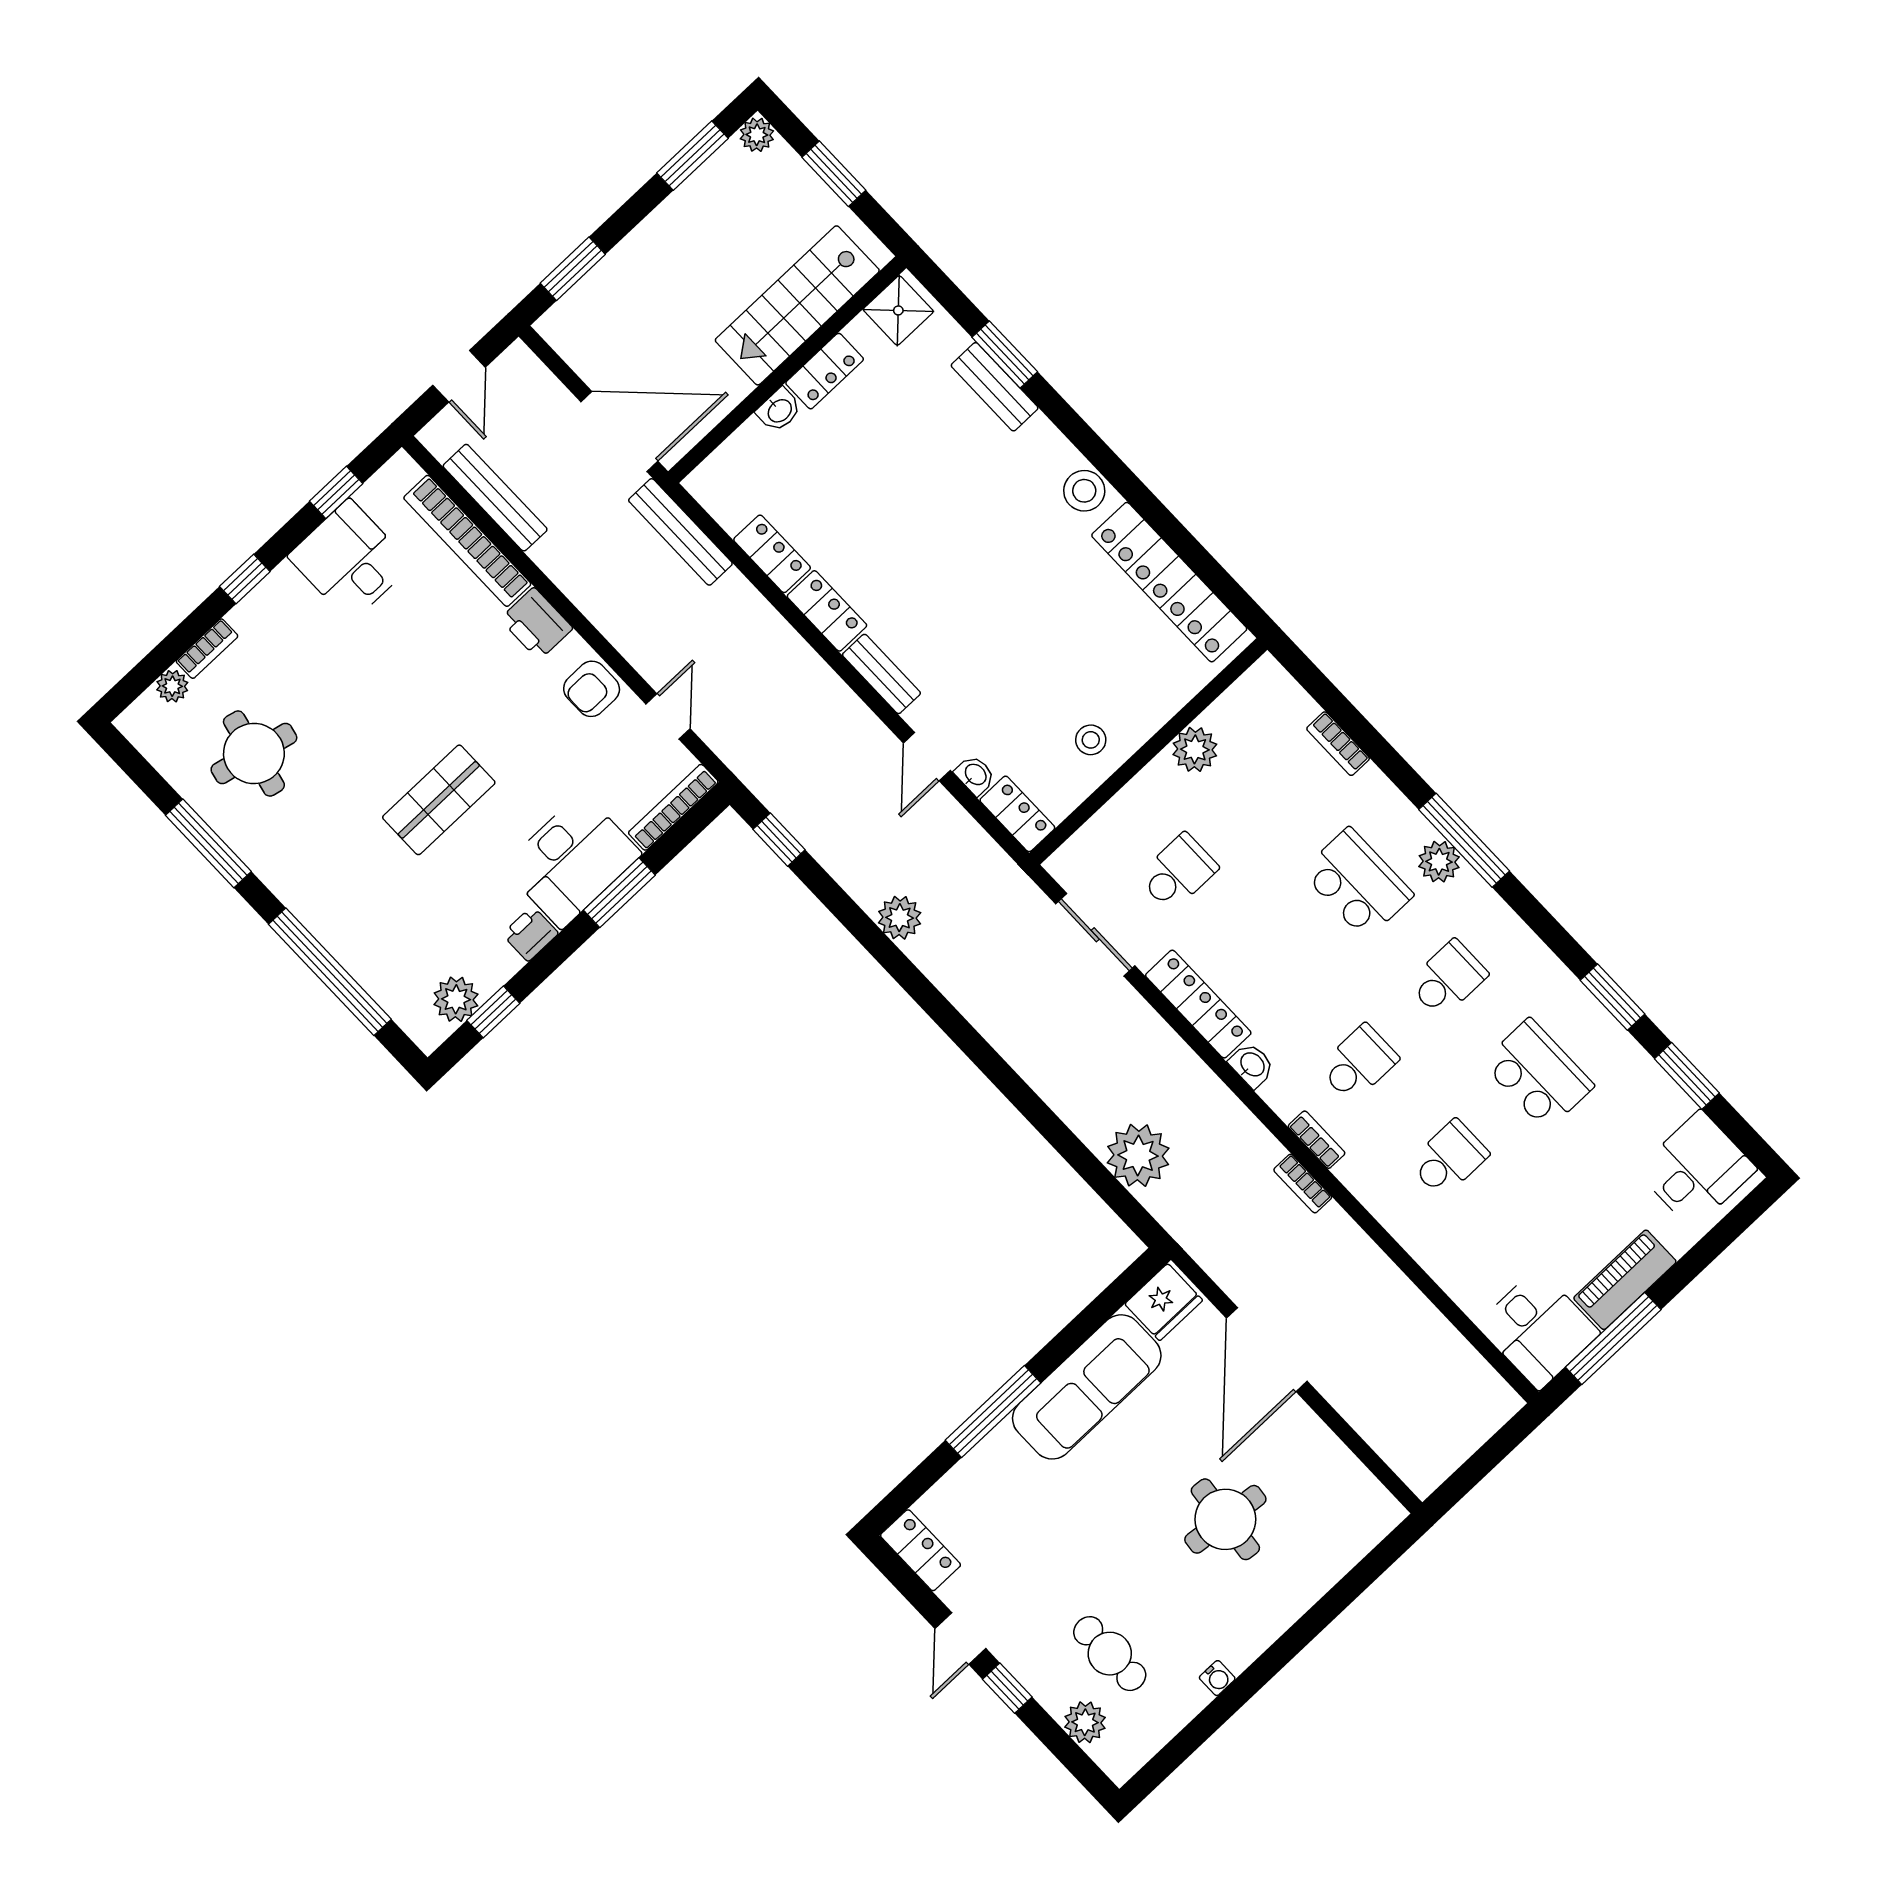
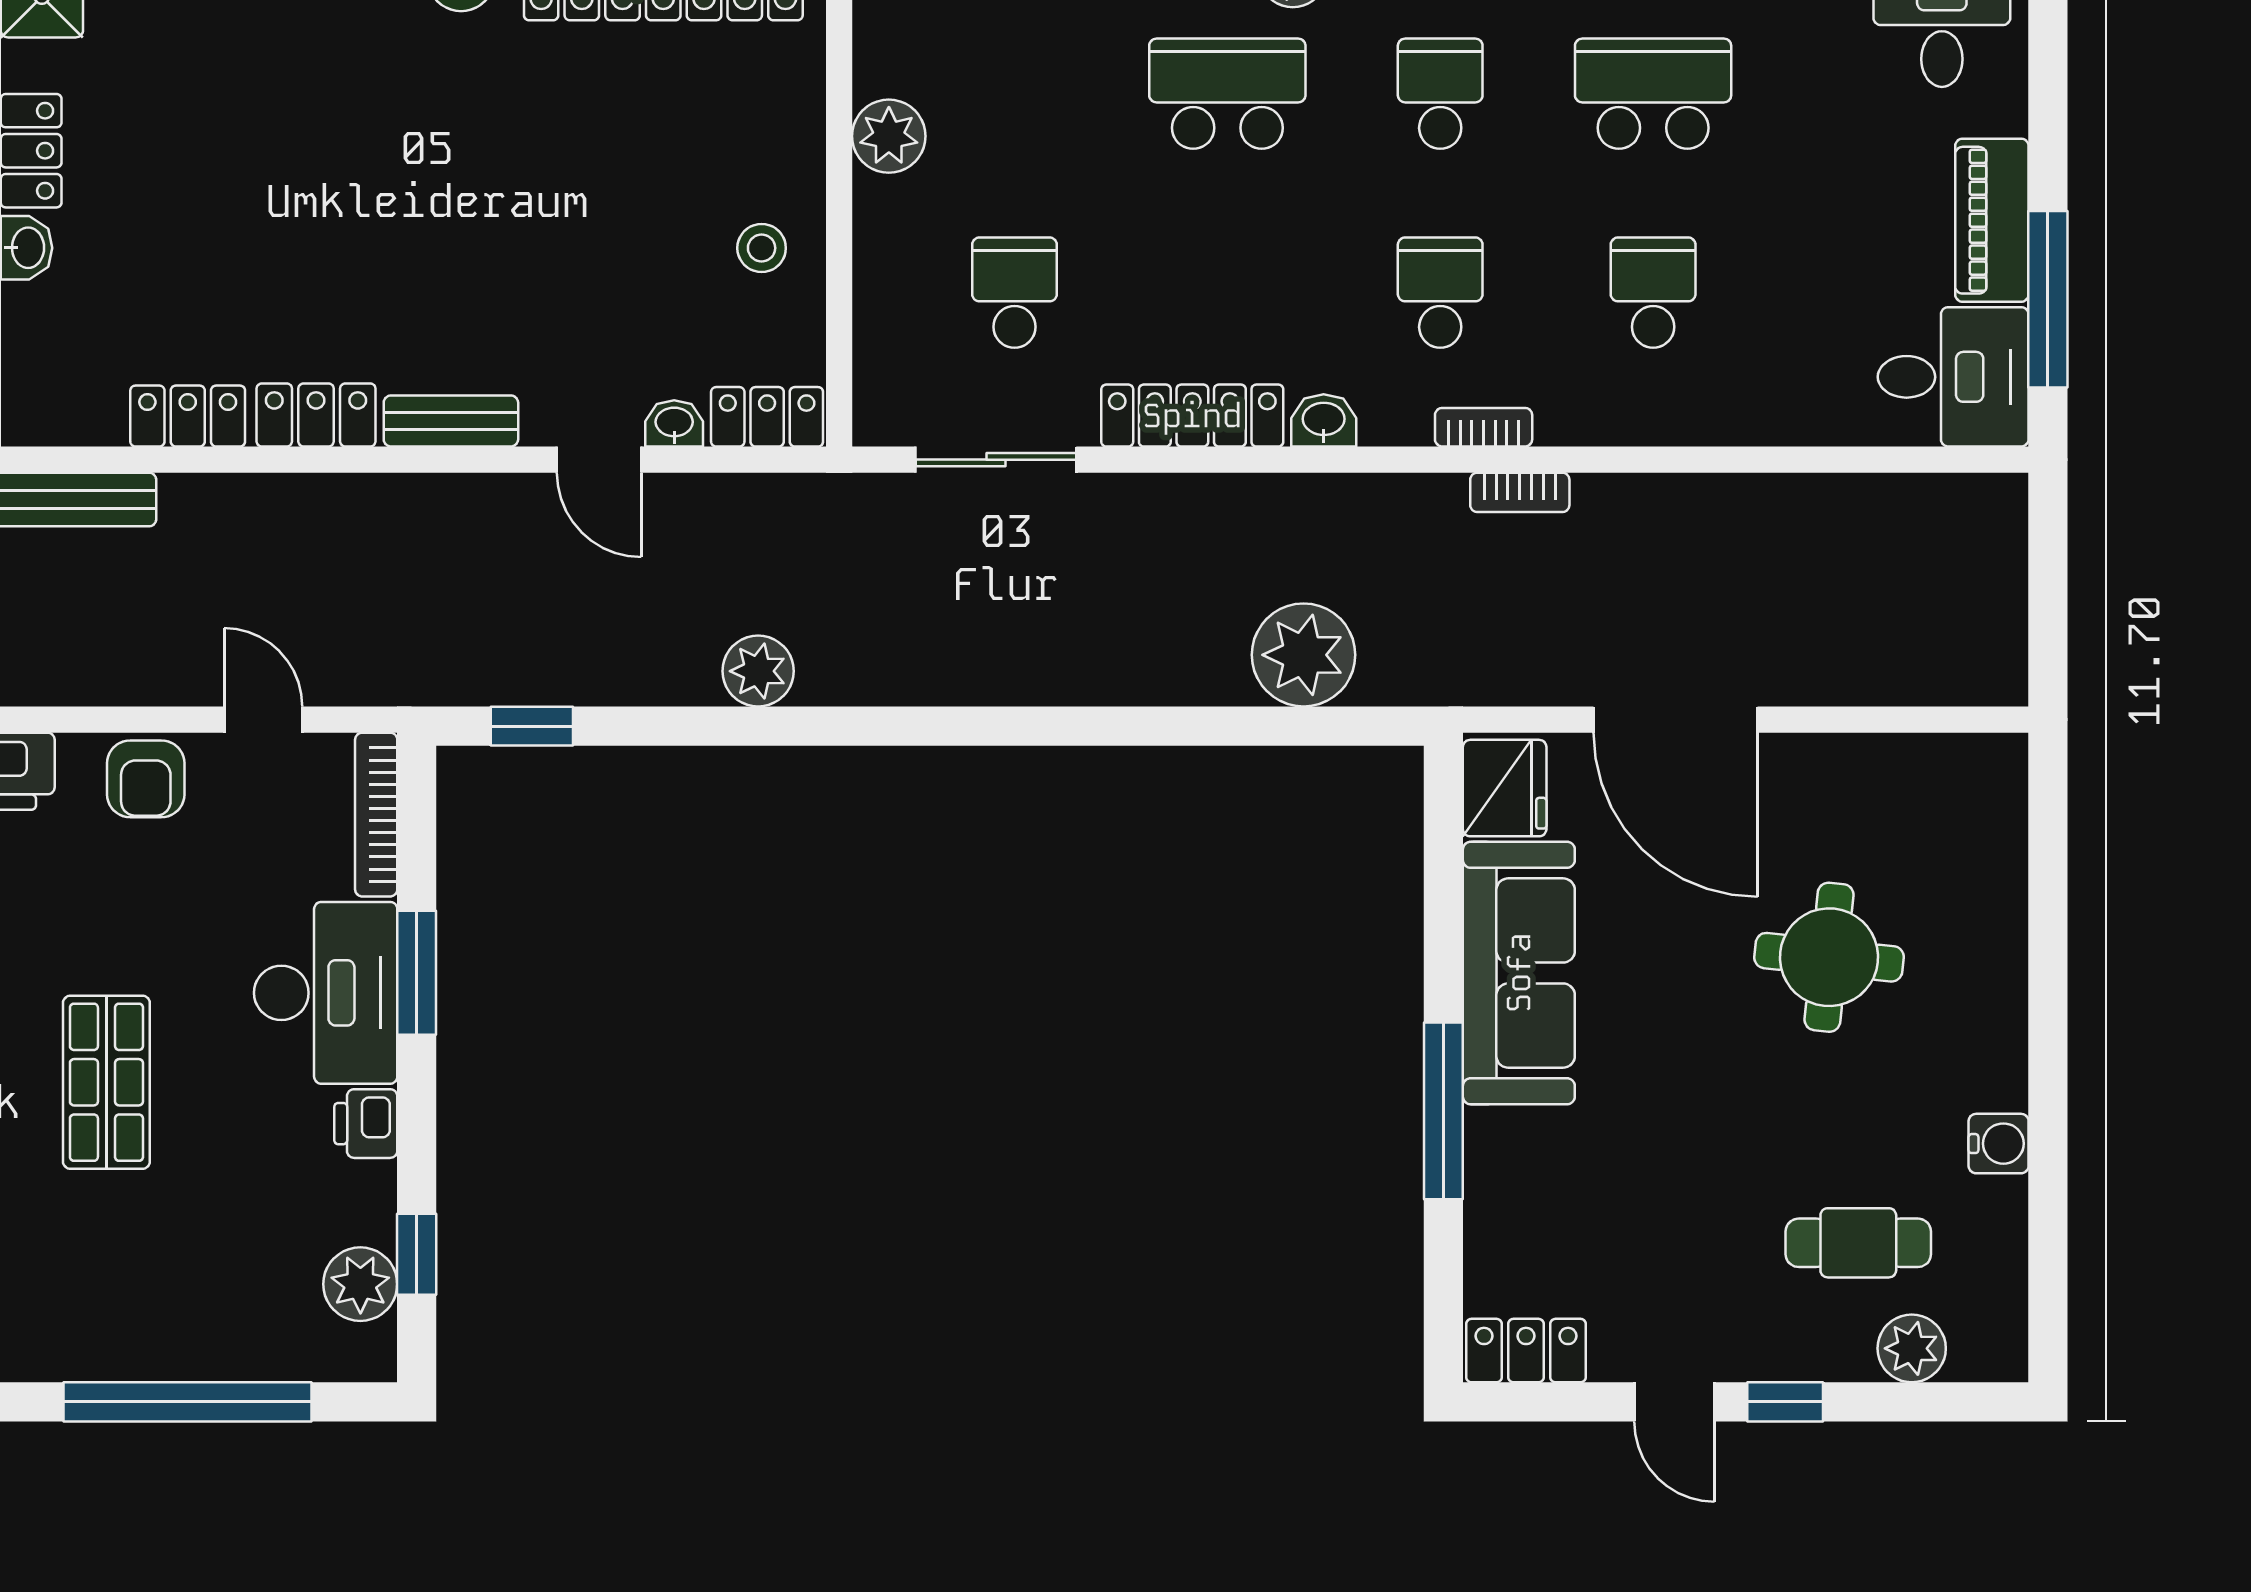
water cooler: (1217, 1678) -> (1999, 1144), width x1.38, depth x1.38

